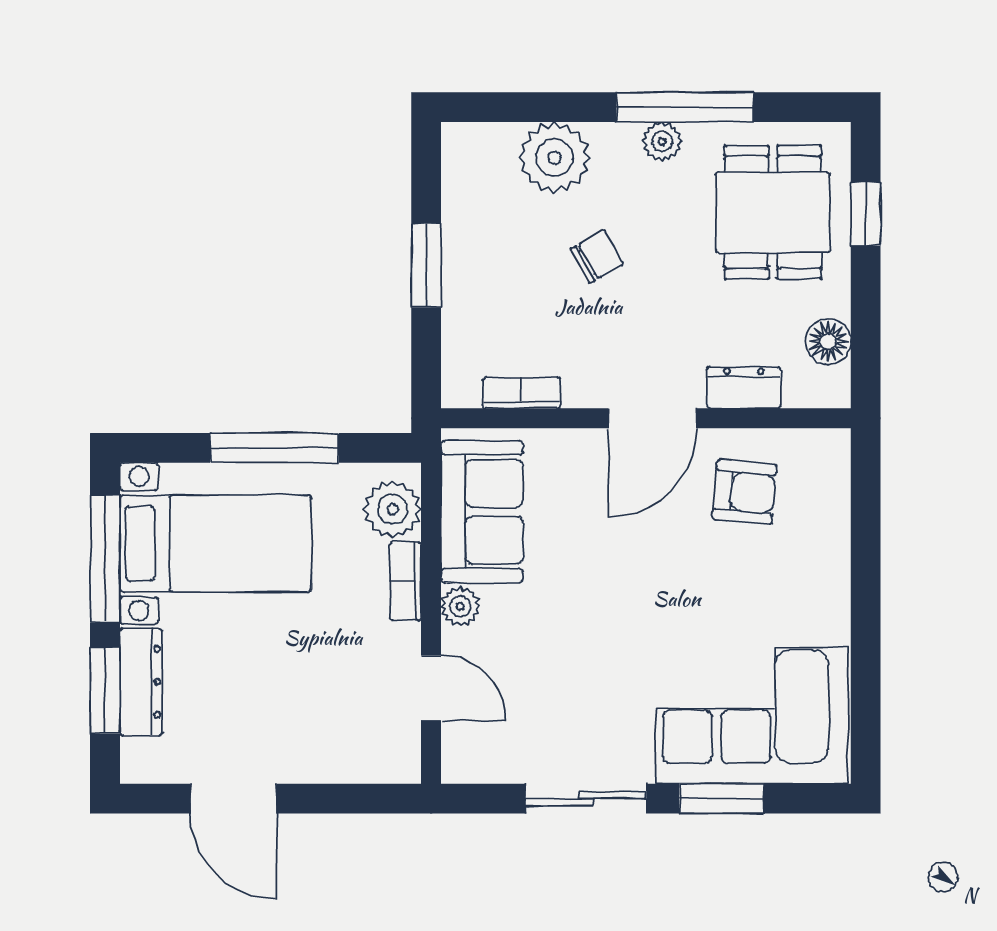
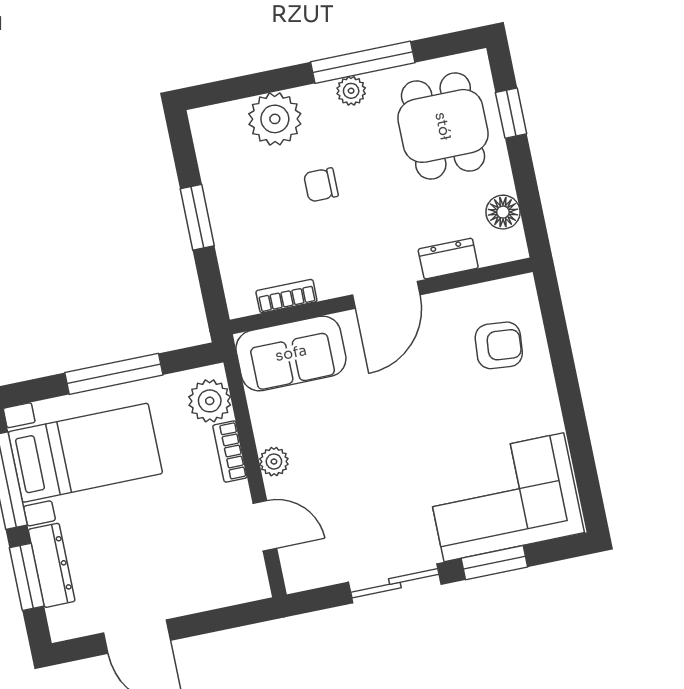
chair: (597, 256) -> (321, 185), turned -150
armchair: (744, 492) -> (499, 345), moved
sofa: (482, 512) -> (291, 353), moved, turned 90

